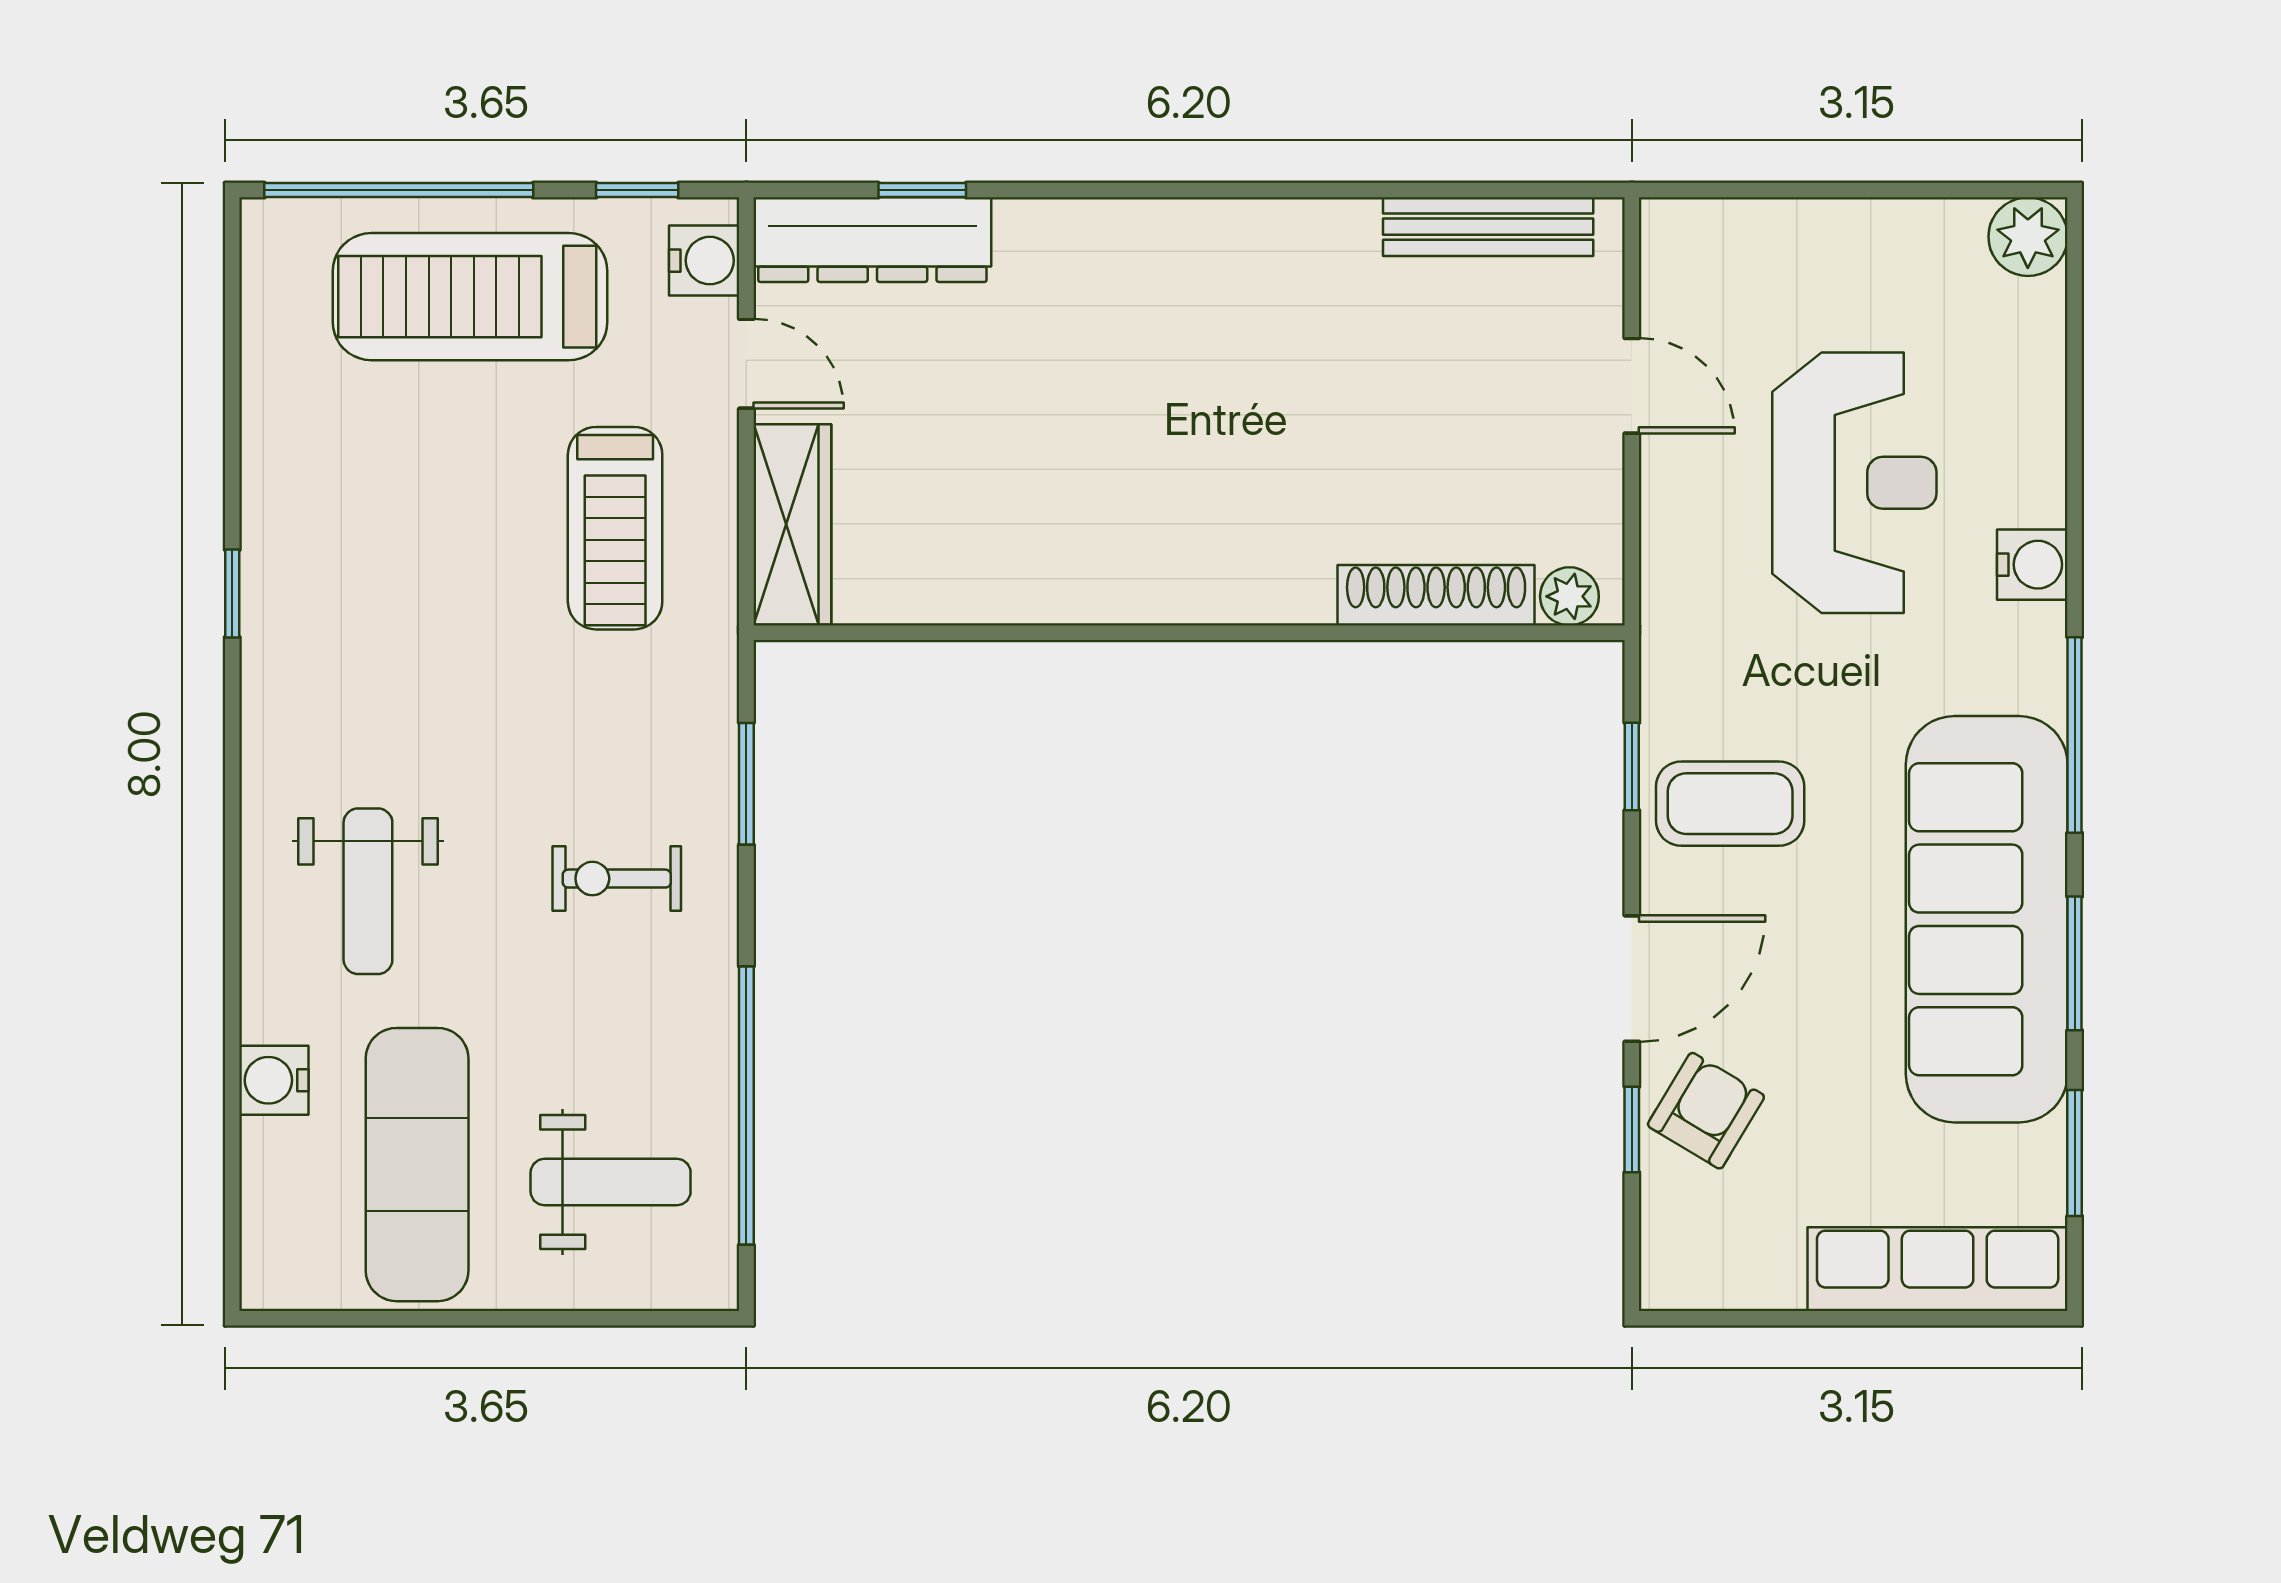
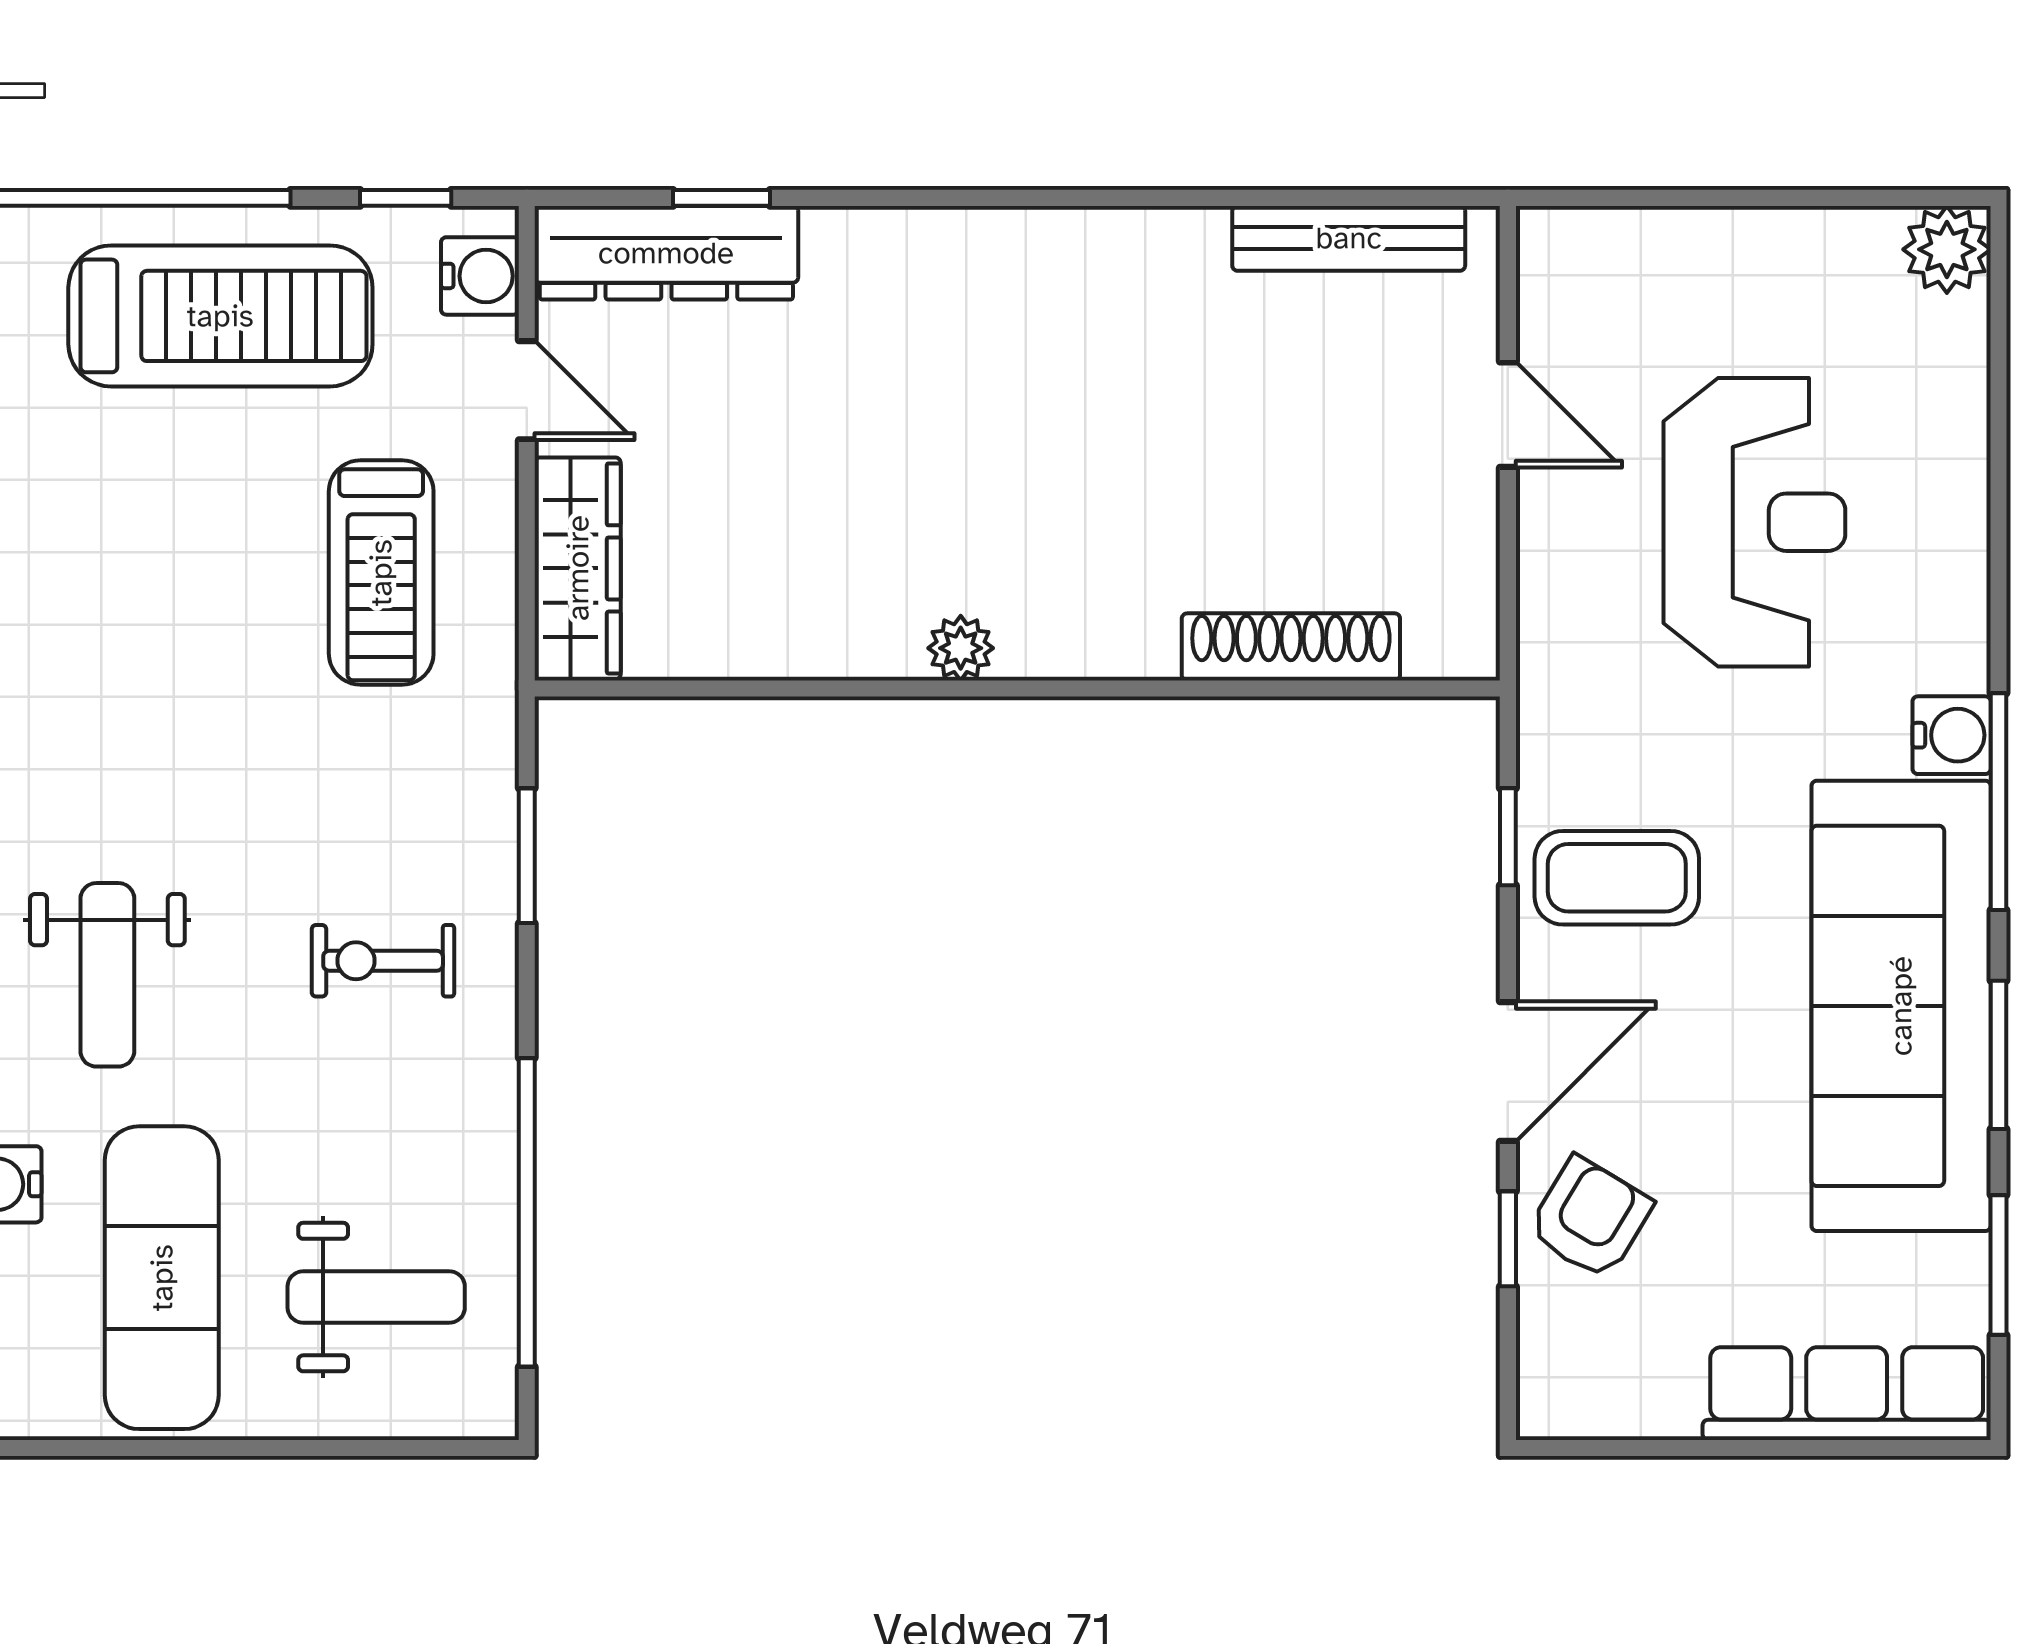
treadmill: (470, 297) -> (220, 316), turned 180
water cooler: (2032, 565) -> (1952, 735), moved
plant: (1569, 596) -> (961, 648), moved

